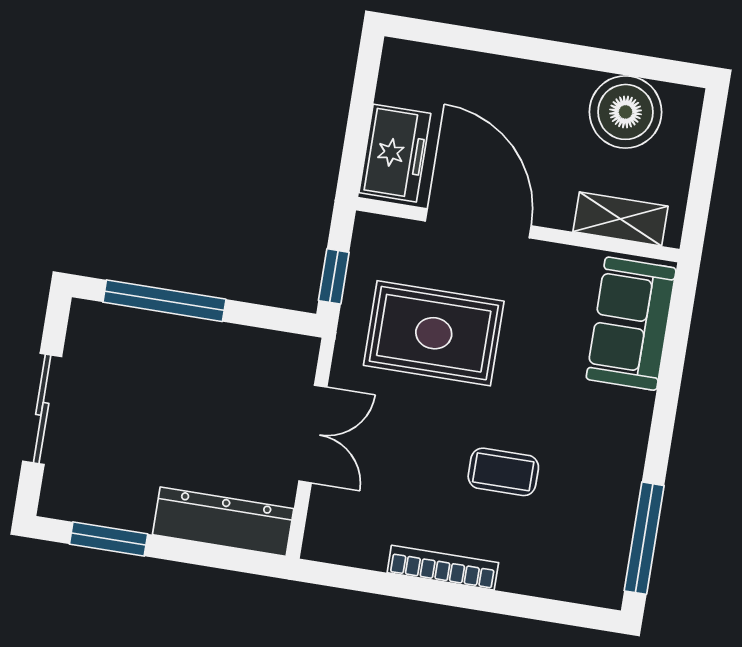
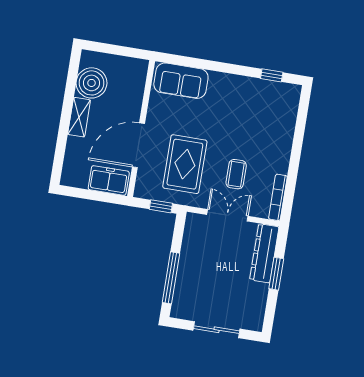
shelving: (621, 219) -> (79, 117), moved
coffee table: (503, 472) -> (236, 174), moved
window: (644, 538) -> (272, 75), width x0.46
window: (109, 539) -> (276, 274), moved
bookcase: (443, 568) -> (278, 197), moved

